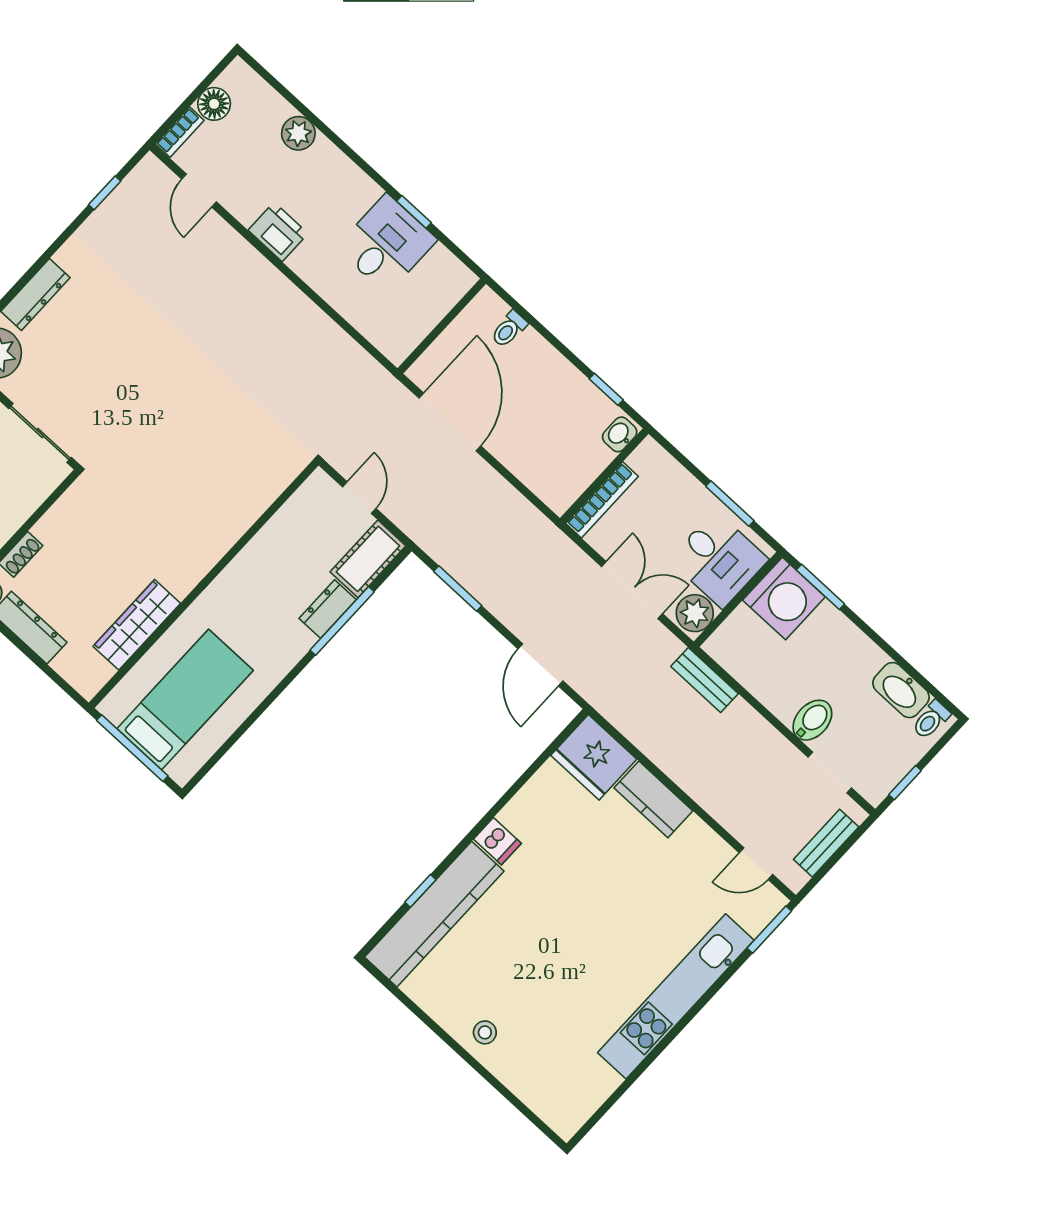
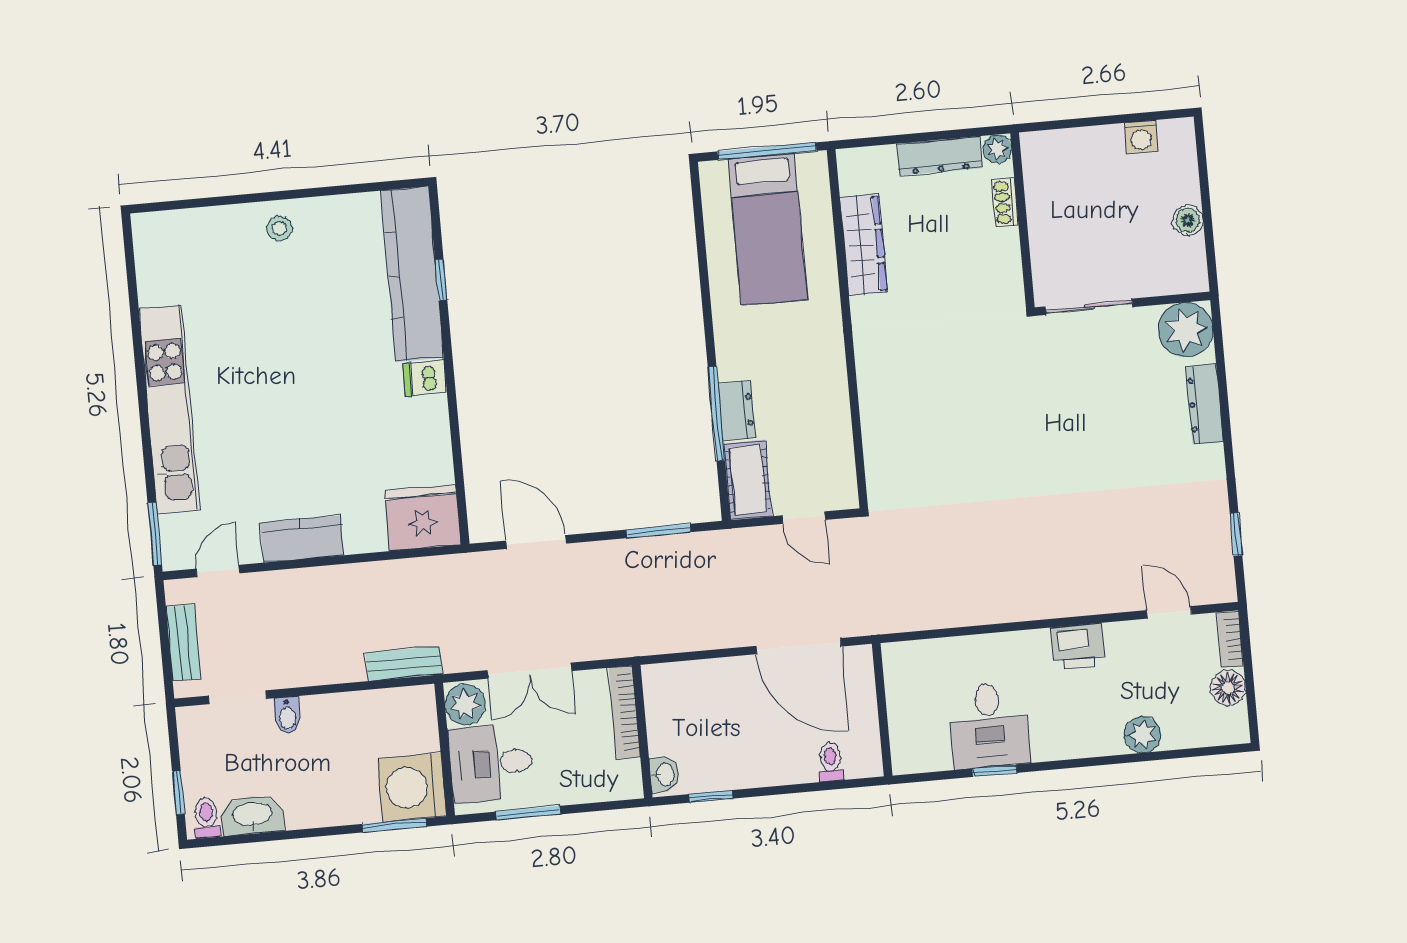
bidet: (812, 720) -> (287, 715), width x0.72, depth x0.74
window: (905, 783) -> (178, 793), moved
kitchen counter: (653, 799) -> (302, 539), moved

